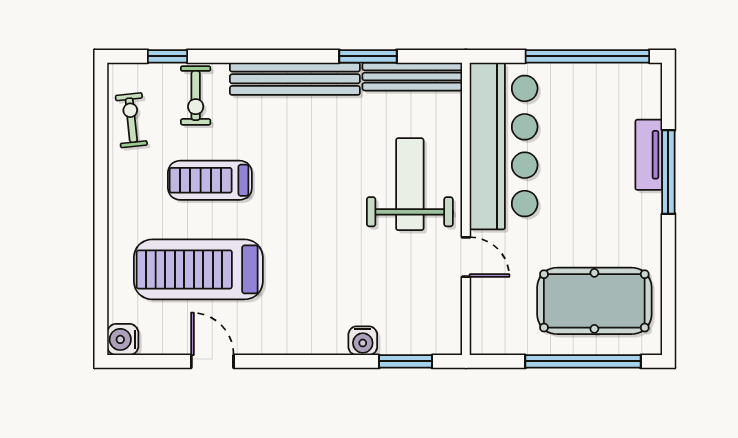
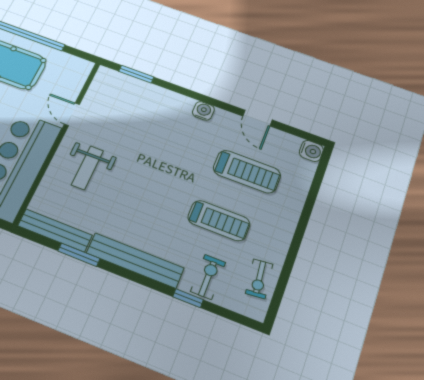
window: (168, 56) -> (188, 298), moved
weight bench: (410, 184) -> (88, 168), width x0.73, depth x0.75
treadmill: (198, 269) -> (247, 172), width x0.73, depth x0.73
water cooler: (363, 341) -> (203, 111), moved

